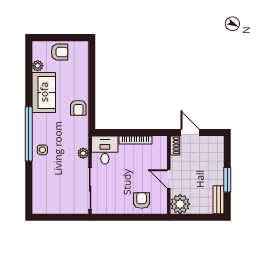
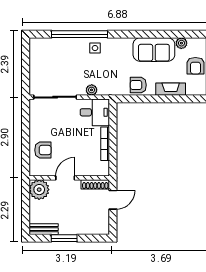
fireplace: (82, 76) -> (171, 89), added
window: (29, 134) -> (79, 34), moved
shoe rack: (175, 145) -> (95, 184), width x1.43

